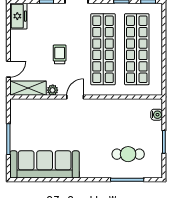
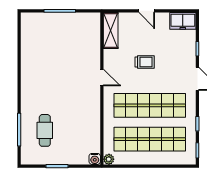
door: (8, 69) -> (147, 11), moved
plant: (53, 90) -> (109, 159), moved
water cooler: (157, 115) -> (95, 159), moved
sofa: (45, 164) -> (34, 47), removed

